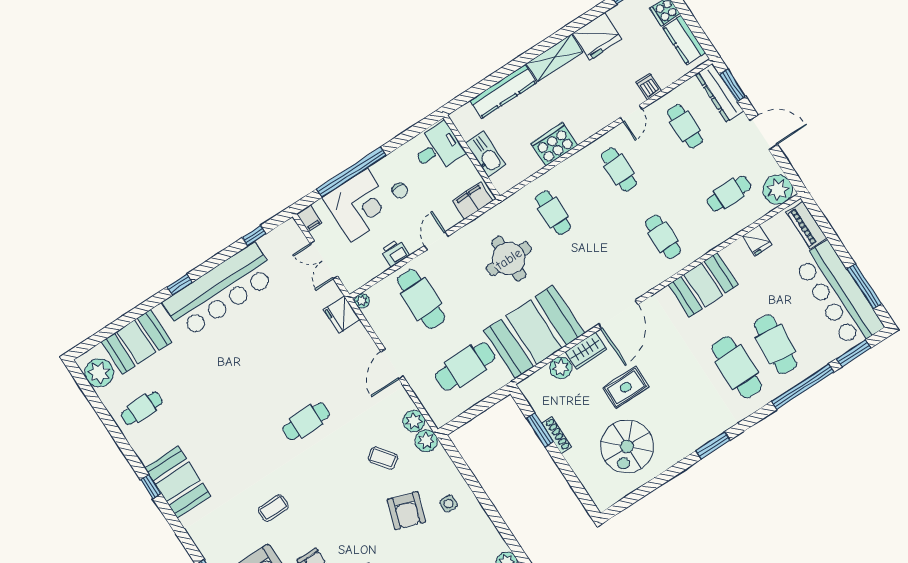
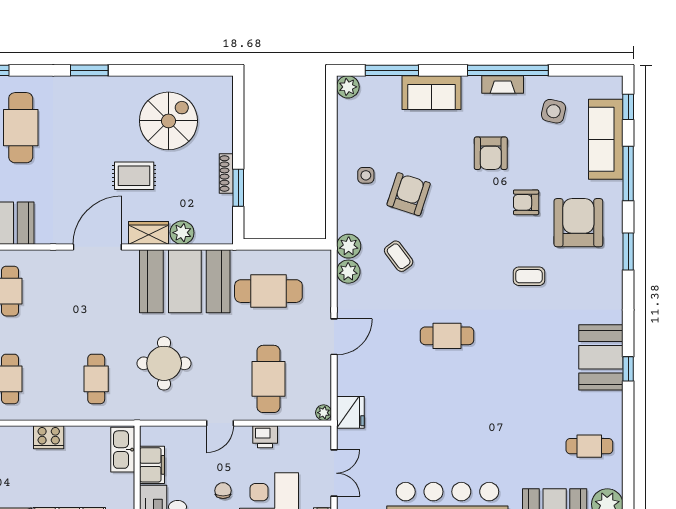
cooker: (554, 144) -> (49, 437), width x0.73, depth x0.76
kitchen sink: (486, 154) -> (123, 450), moved
filing cabinet: (473, 201) -> (152, 465), moved, turned -90

